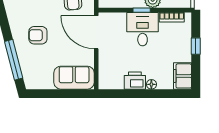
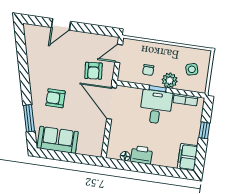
window: (14, 60) -> (29, 118), width x0.69
sofa: (74, 78) -> (58, 140), moved
floor lamp: (151, 84) -> (125, 156), moved

